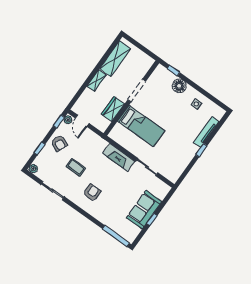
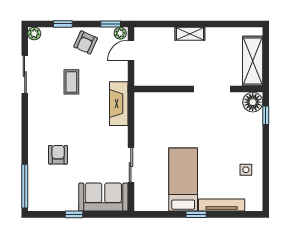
shelving: (115, 59) -> (253, 61), moved, turned 90
floor lamp: (179, 86) -> (253, 102), moved
wardrobe: (113, 109) -> (170, 77), removed
bed: (141, 126) -> (183, 180), moved, turned 180
fireplace: (119, 157) -> (119, 104), moved
armchair: (92, 193) -> (58, 155), moved, turned -90
sofa: (144, 210) -> (103, 197), moved

